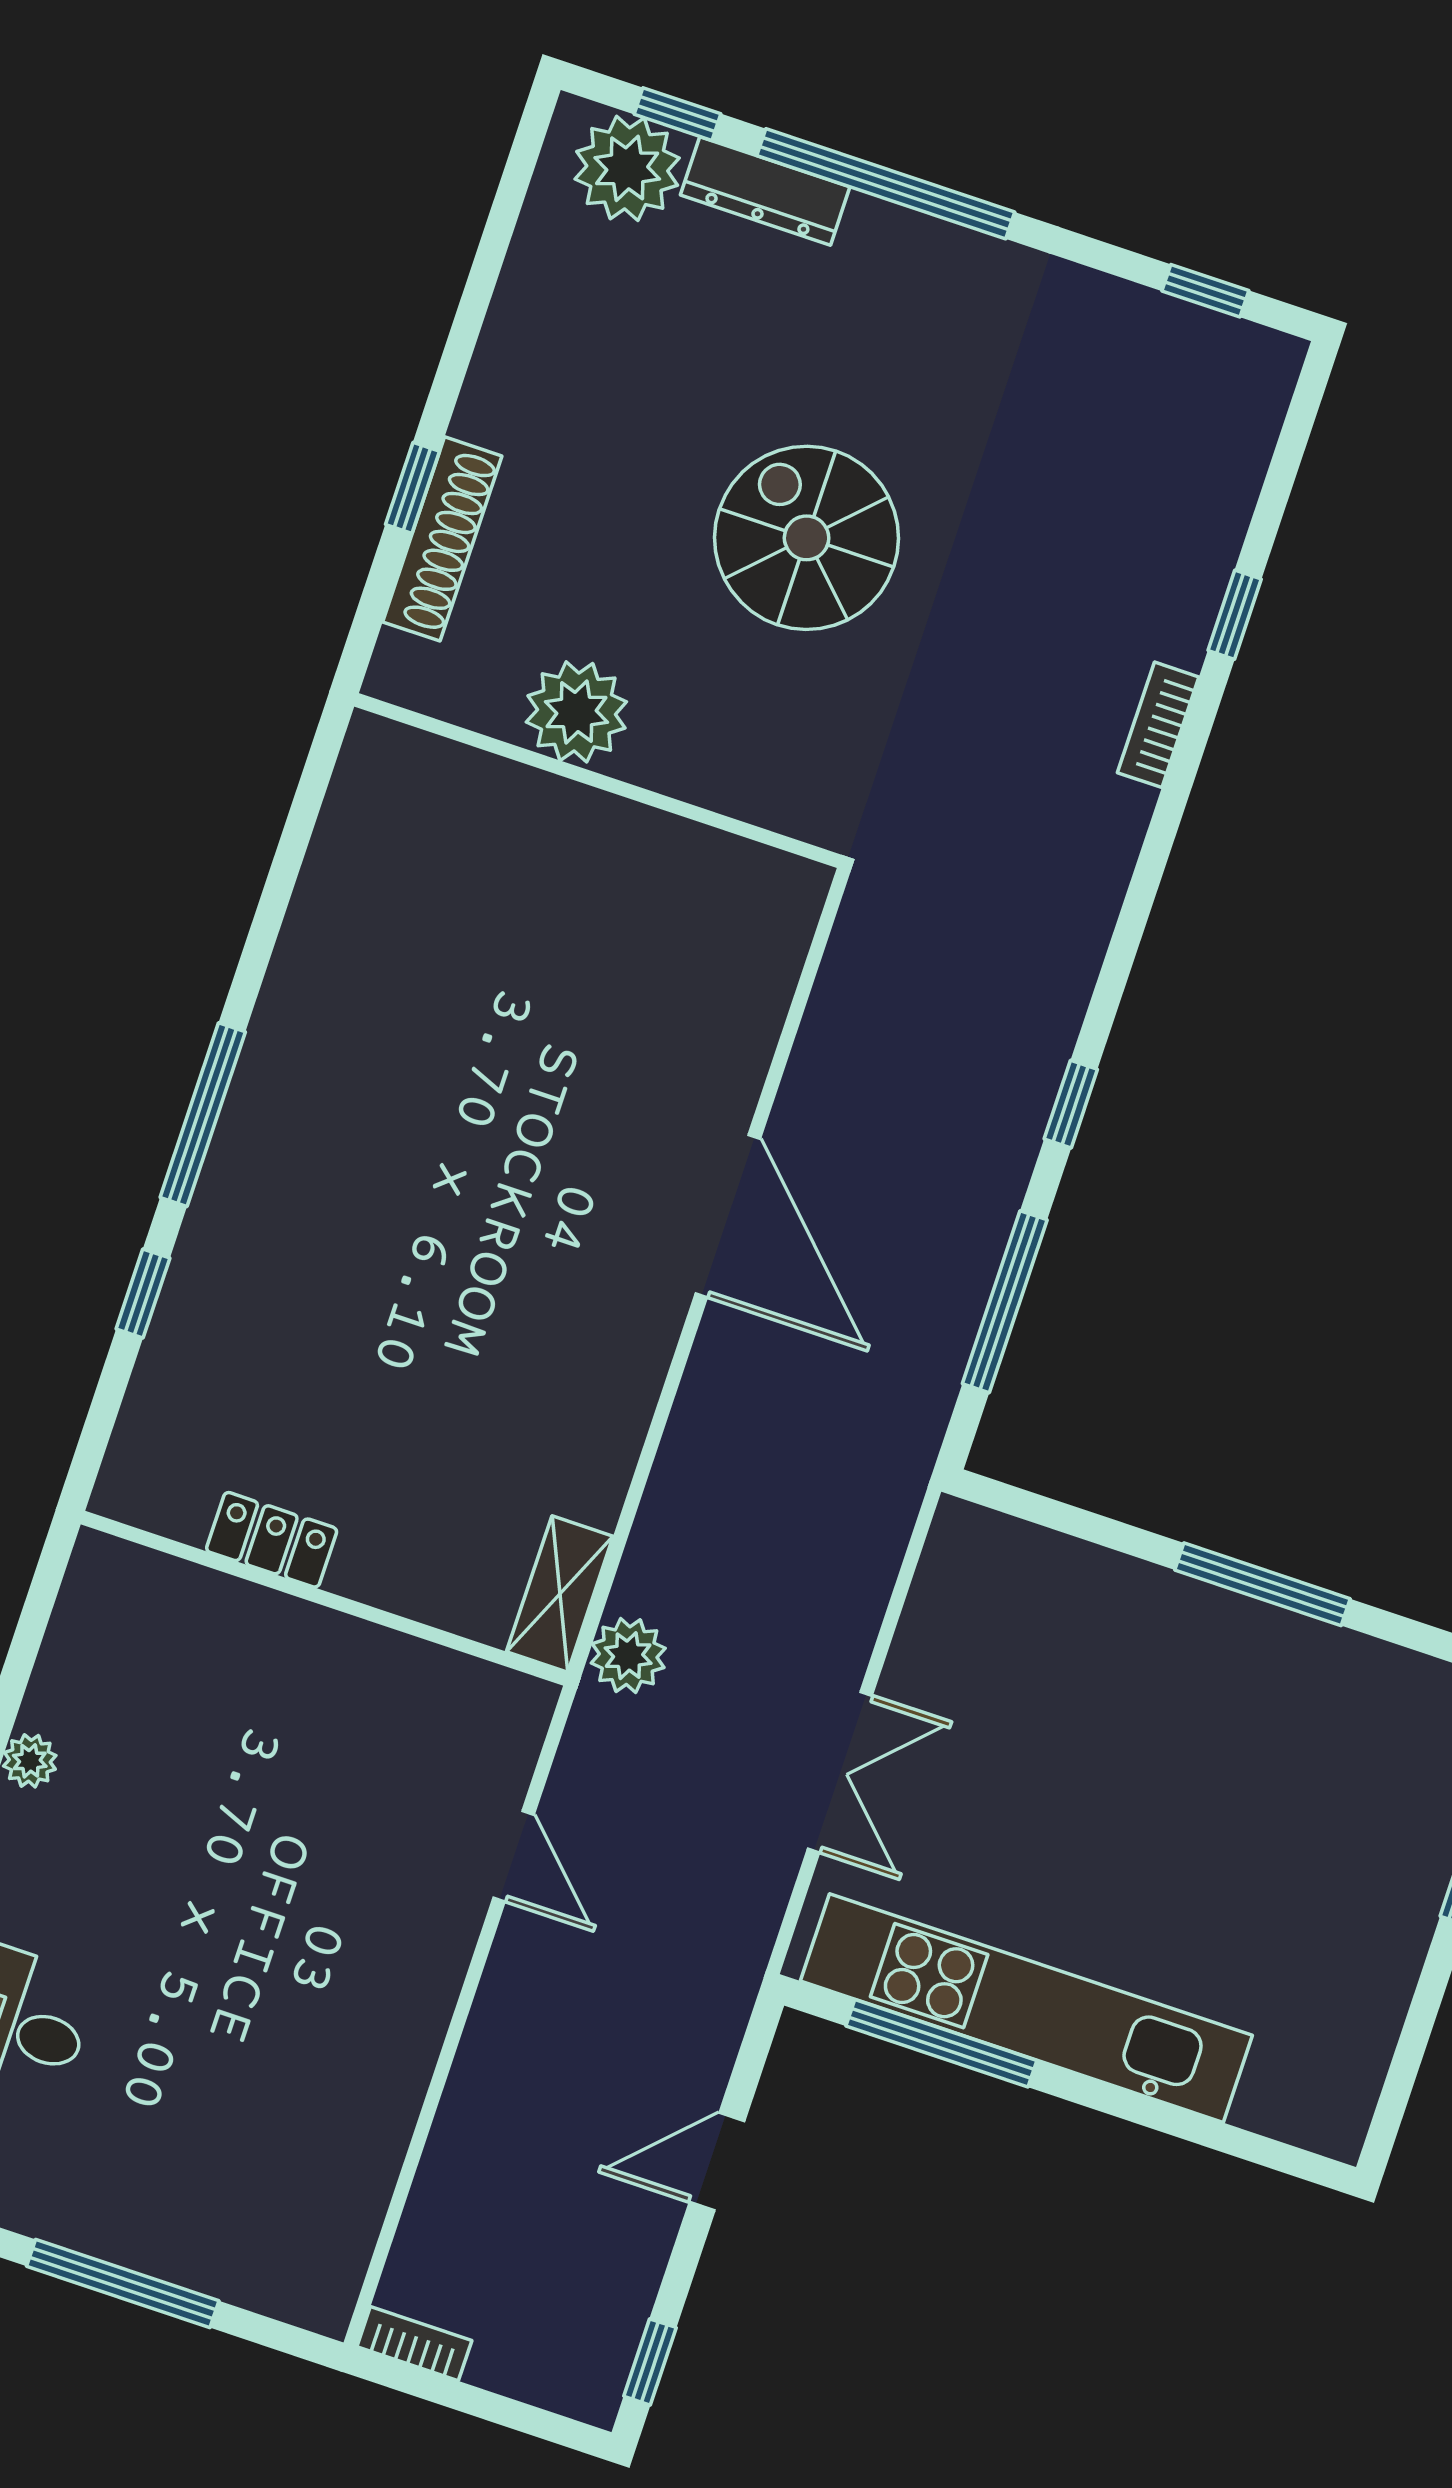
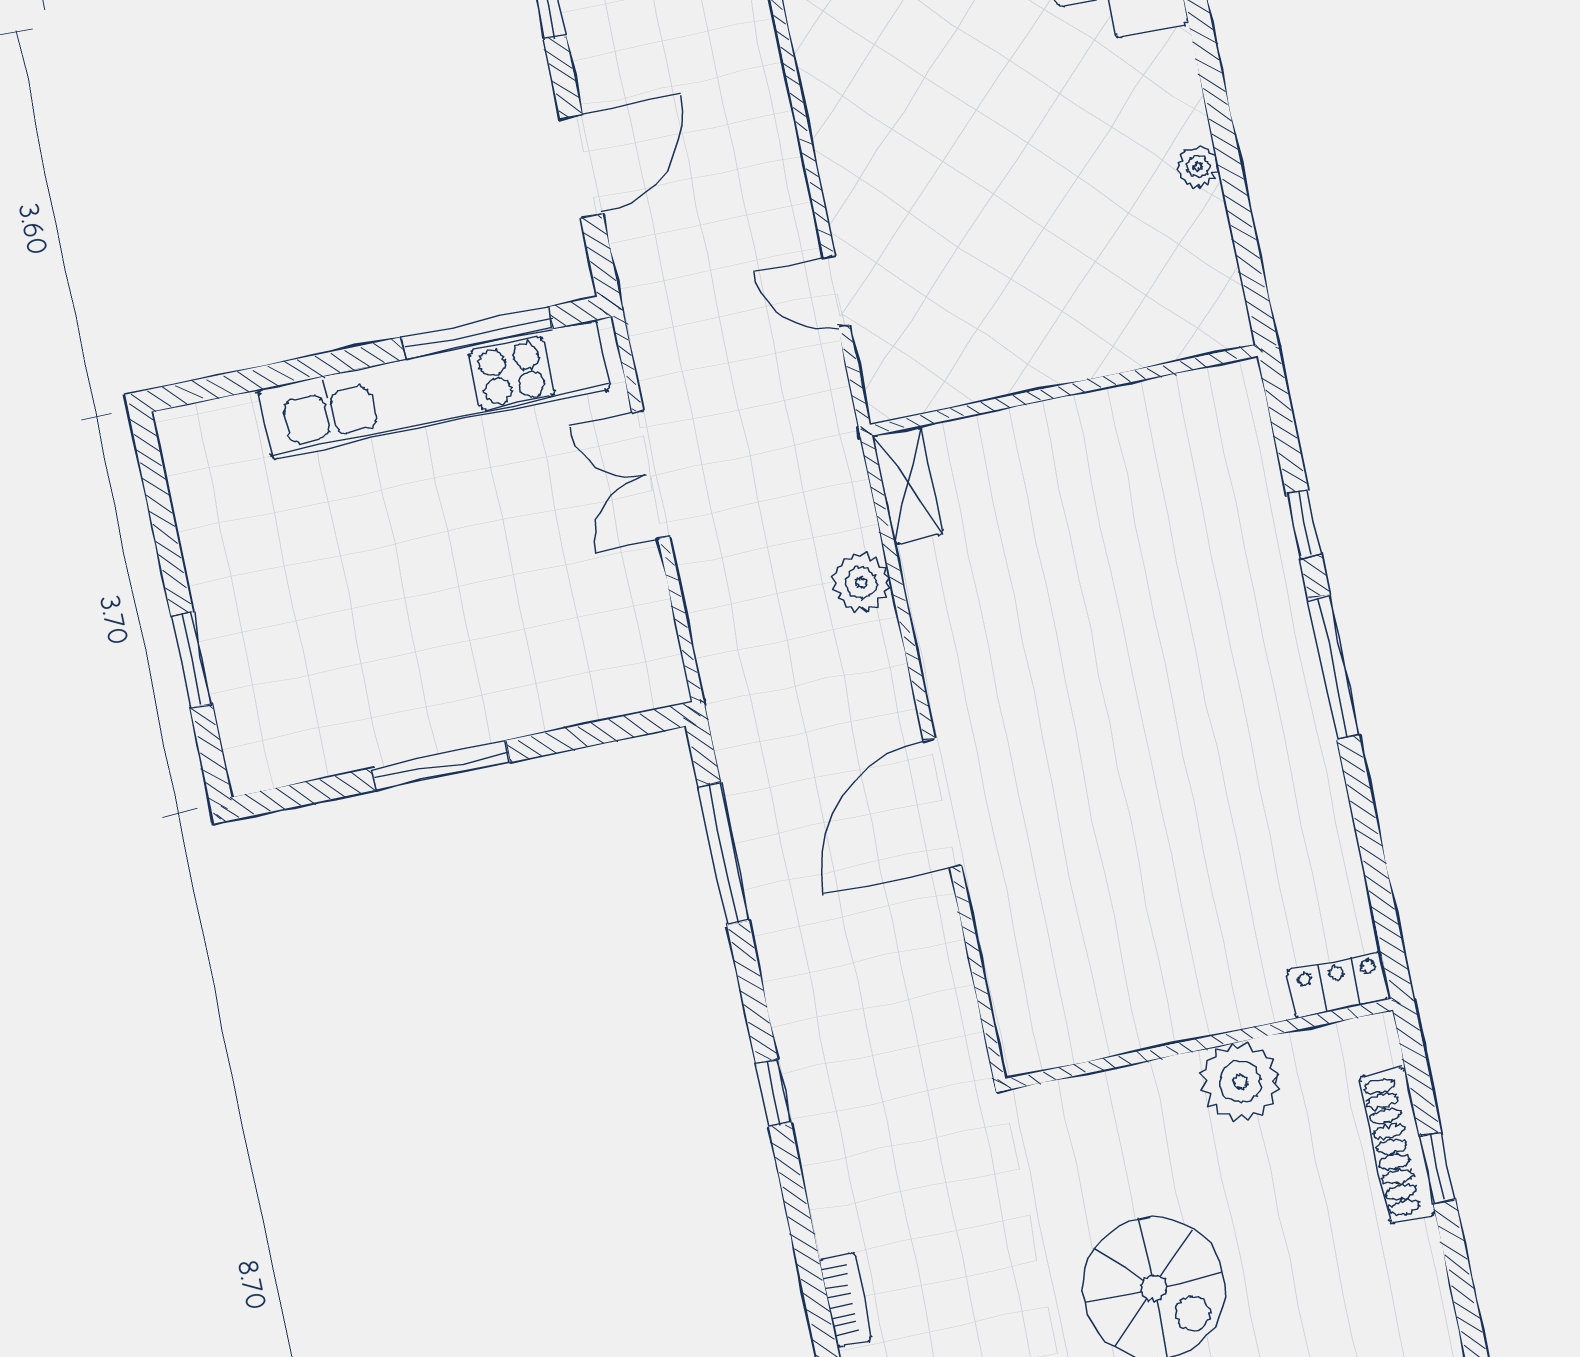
window: (1071, 1104) -> (773, 1093), moved
door: (728, 1216) -> (942, 803), hinge flipped
locker: (272, 1540) -> (1339, 985), moved, turned 180
plant: (628, 1656) -> (861, 583), moved
door: (717, 2162) -> (581, 166), width x1.38

